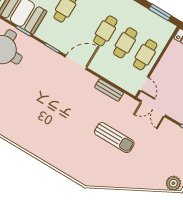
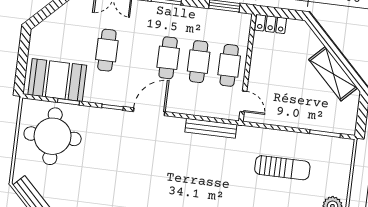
bench: (109, 90) -> (211, 128), width x1.36
double door: (153, 109) -> (268, 126), removed
sun lounger: (114, 138) -> (282, 168), moved

